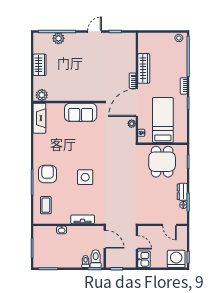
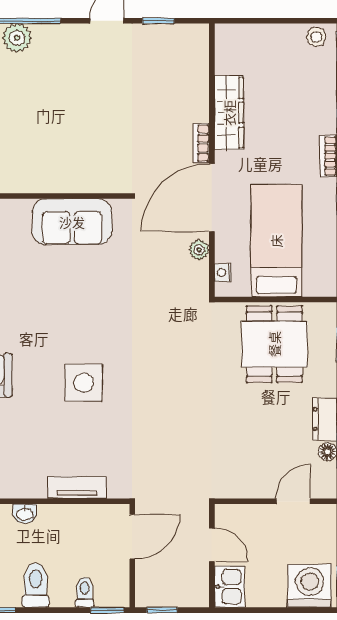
door: (170, 225) -> (293, 501), swing flipped
door: (105, 239) -> (132, 537), hinge flipped
toilet: (96, 259) -> (36, 585), moved

